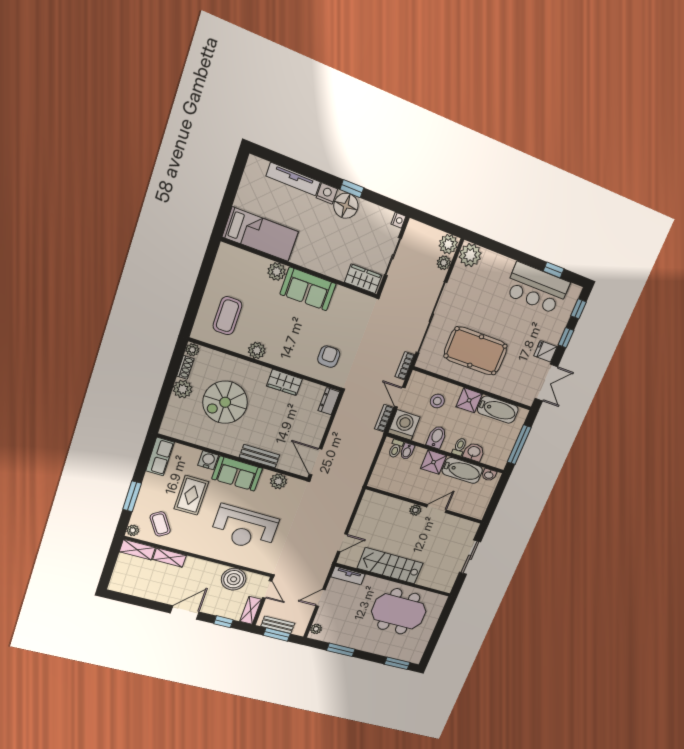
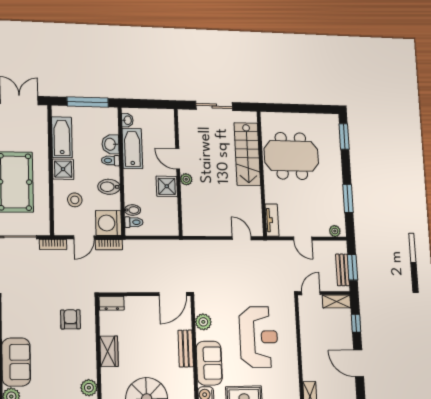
armchair: (329, 357) -> (70, 319), turned 90
shower: (434, 462) -> (167, 186), moved
stairs: (390, 566) -> (247, 154), moved
boiler: (234, 579) -> (311, 329), removed
meeting table: (399, 611) -> (291, 156), turned 90

